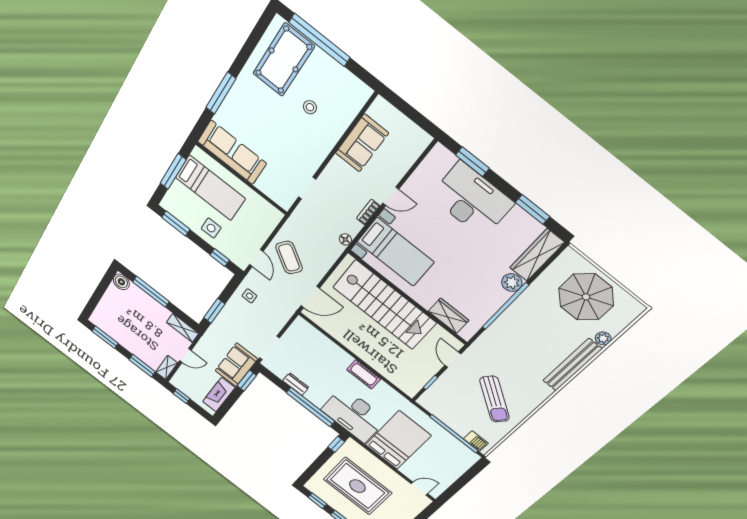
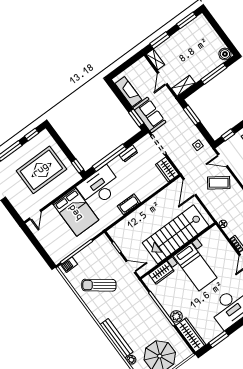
bed with nightstands: (395, 252) -> (195, 267), moved, turned -90
wardrobe: (298, 331) -> (167, 170), added
window: (181, 396) -> (131, 61), removed

